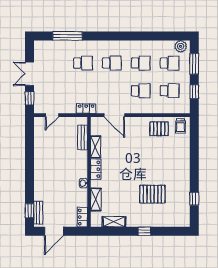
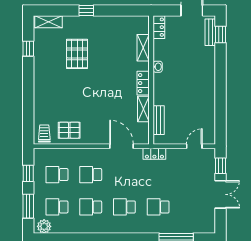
pallet: (152, 194) -> (77, 54), turned 90
shelving: (114, 222) -> (48, 22), moved

